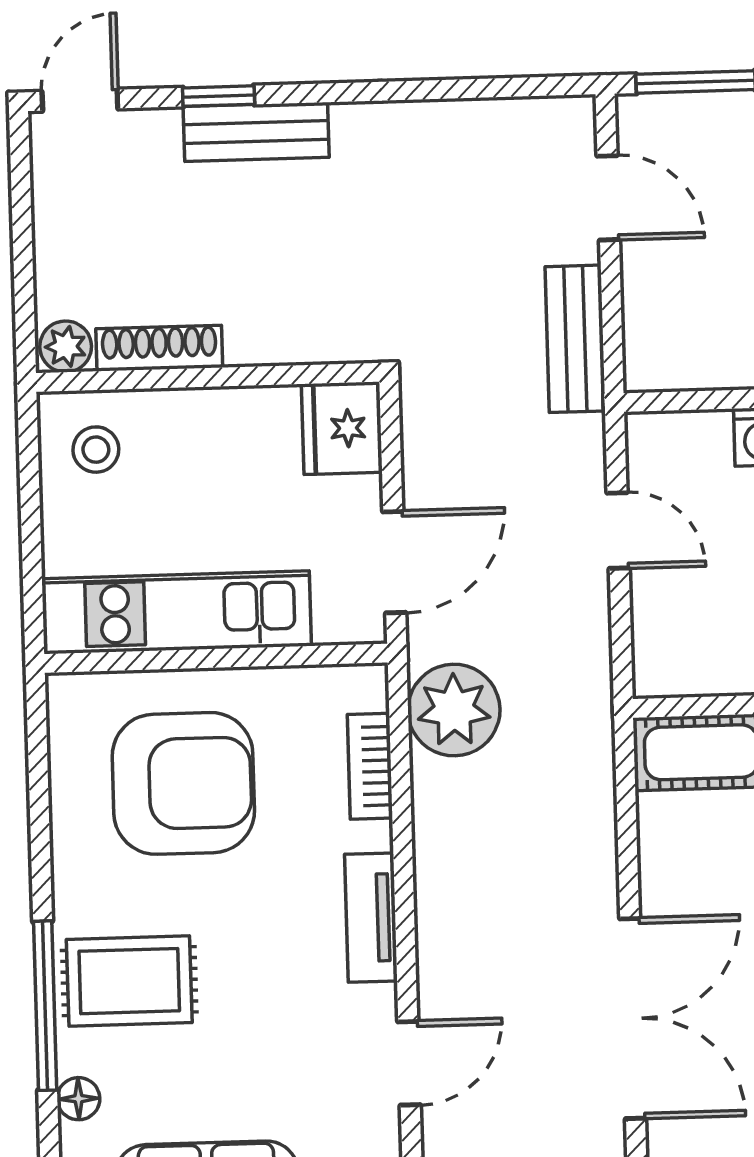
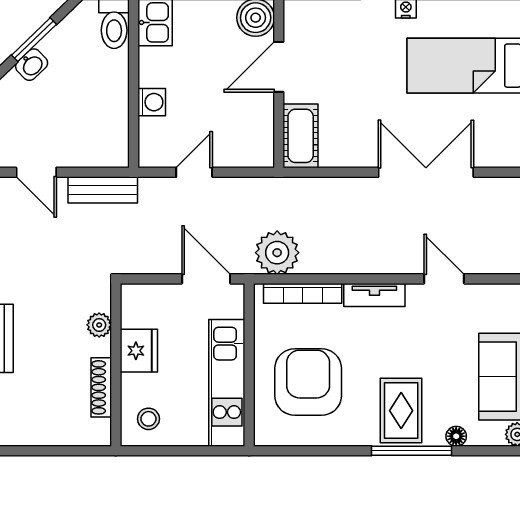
door: (608, 198) -> (36, 172), swing flipped
plant: (66, 347) -> (99, 325), moved
fridge: (342, 428) -> (139, 351), moved, turned -90
bookcase: (370, 766) -> (303, 293), width x1.56

